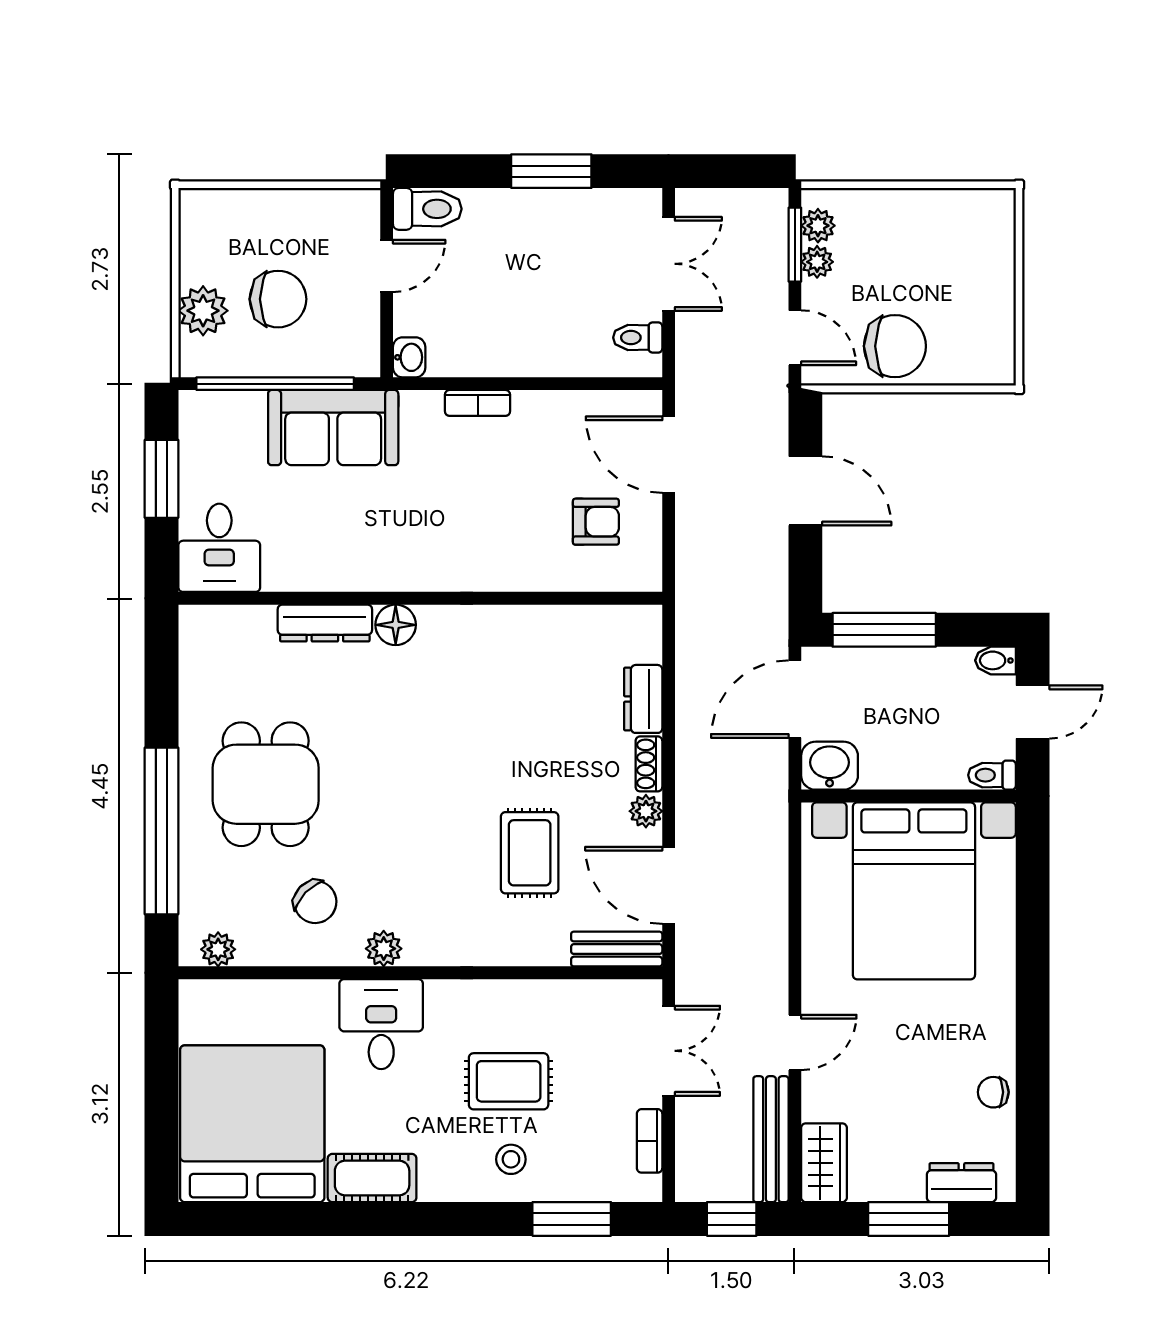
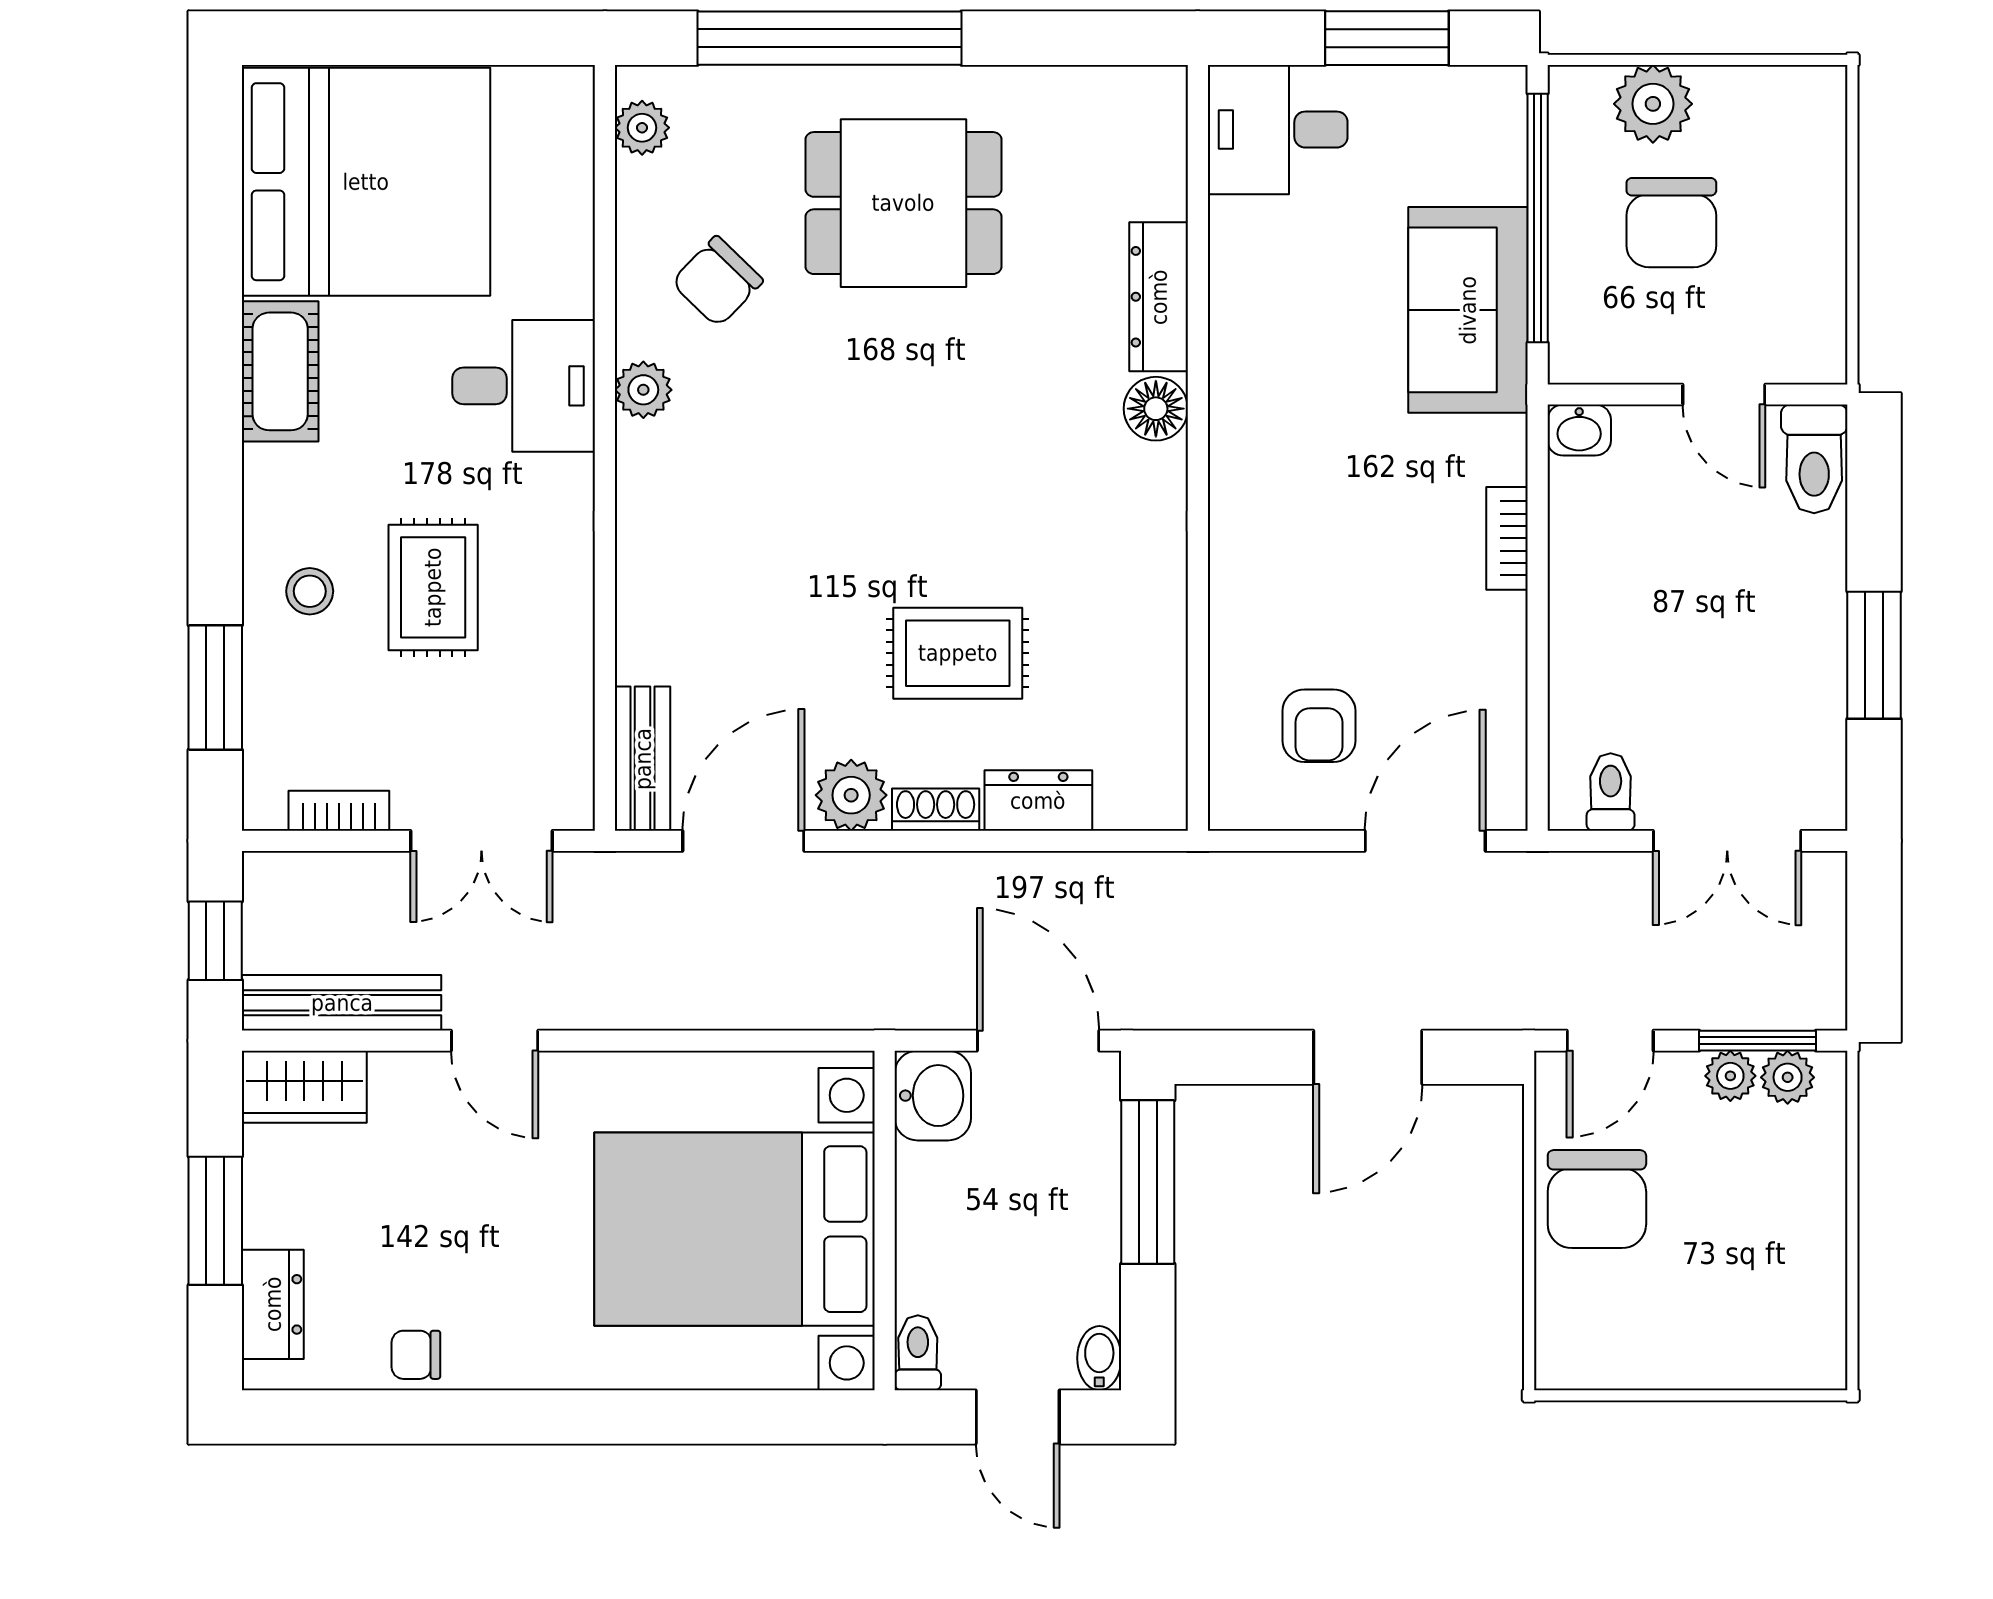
plant: (646, 811) -> (851, 795), width x1.38, depth x1.38
rug: (530, 853) -> (958, 653), moved
chair: (993, 1092) -> (416, 1355), turned -90

